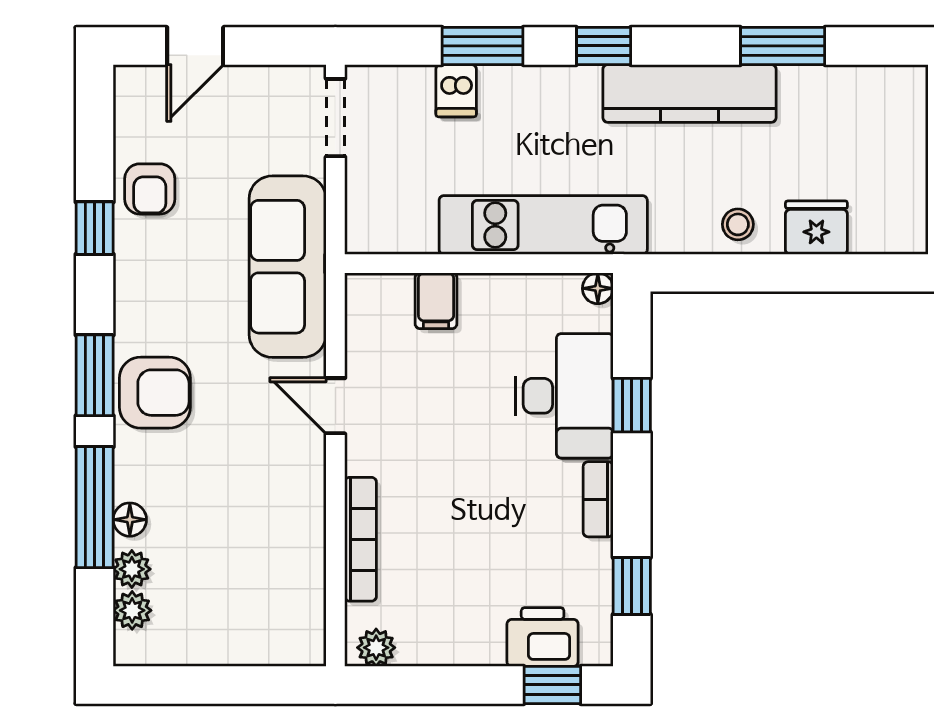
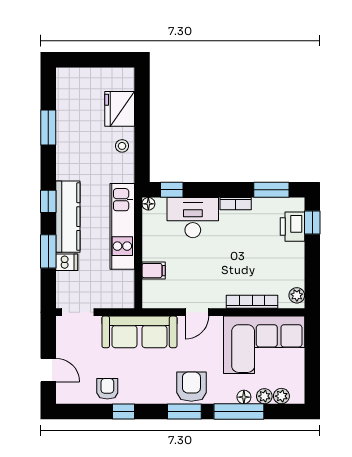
kitchen counter: (689, 93) -> (68, 217), moved
armchair: (150, 189) -> (107, 389), turned -90
fridge: (816, 228) -> (120, 109), width x1.36, depth x1.34
window: (632, 405) -> (172, 190), moved
corner sofa: (256, 569) -> (264, 345), added
window: (632, 586) -> (271, 190), width x1.50

